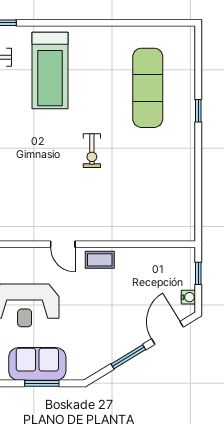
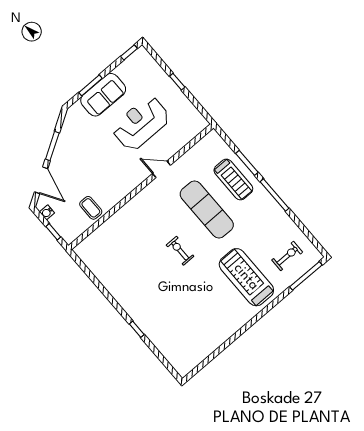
exercise mat: (148, 88) -> (207, 210), moved
door: (63, 244) -> (161, 169), moved
coffee table: (100, 260) -> (91, 208), moved, turned 90

